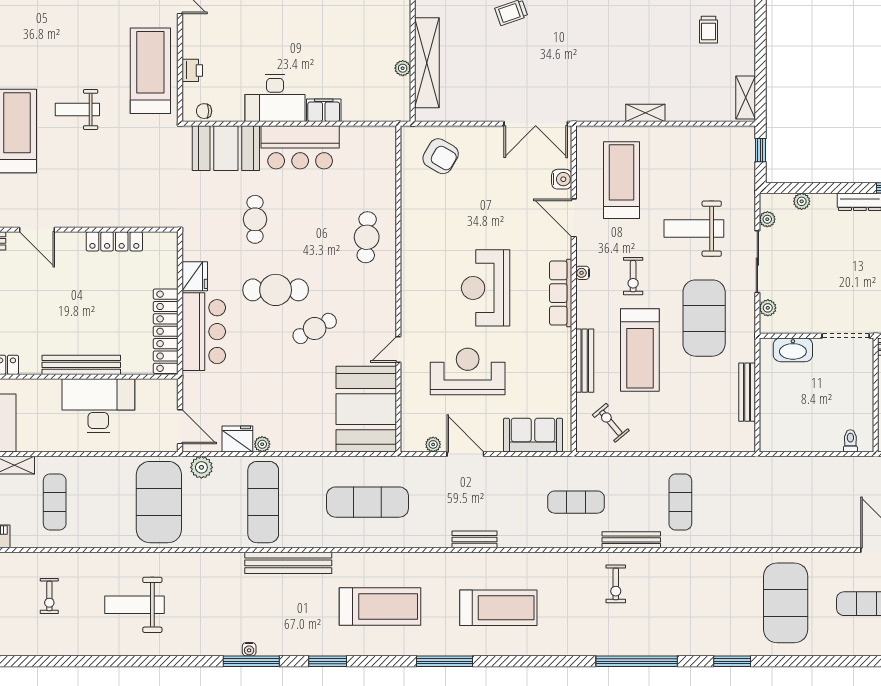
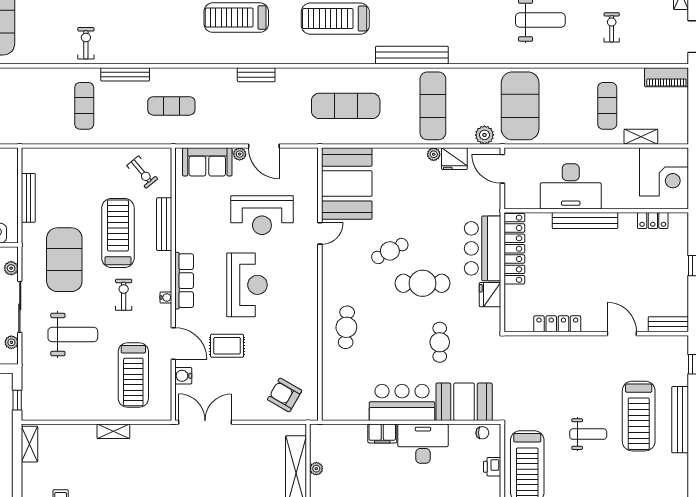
rug: (509, 215) -> (227, 346), added
plant: (433, 444) -> (240, 154), moved
exercise bike: (616, 584) -> (86, 43), moved

